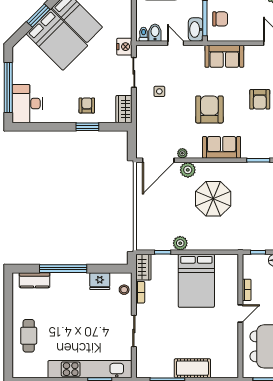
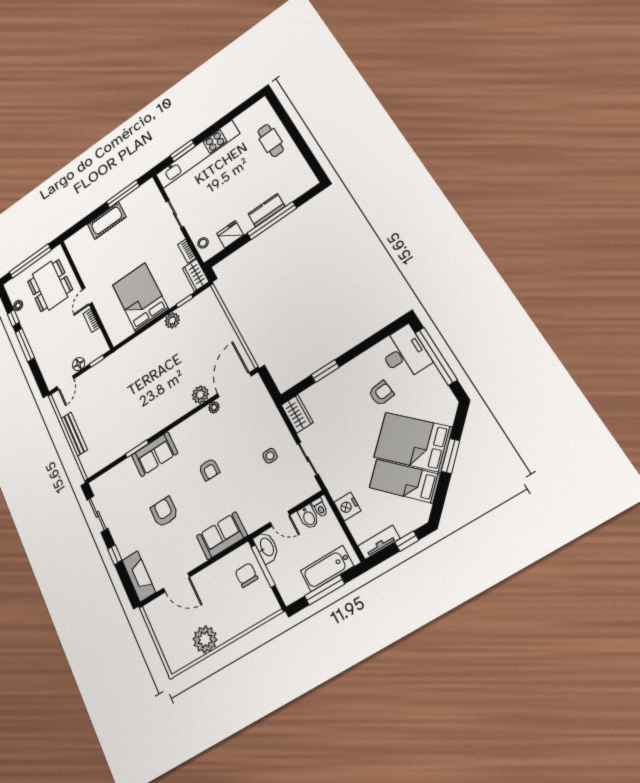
chair: (220, 19) -> (246, 575), turned 89
nightstand: (124, 47) -> (347, 506), moved
armchair: (87, 105) -> (381, 393), moved, turned -96
armchair: (209, 109) -> (209, 470), width x0.53, depth x0.53
sofa: (222, 147) -> (155, 454), moved
parasol: (213, 199) -> (162, 383), removed
kitchen counter: (35, 280) -> (266, 210), moved

